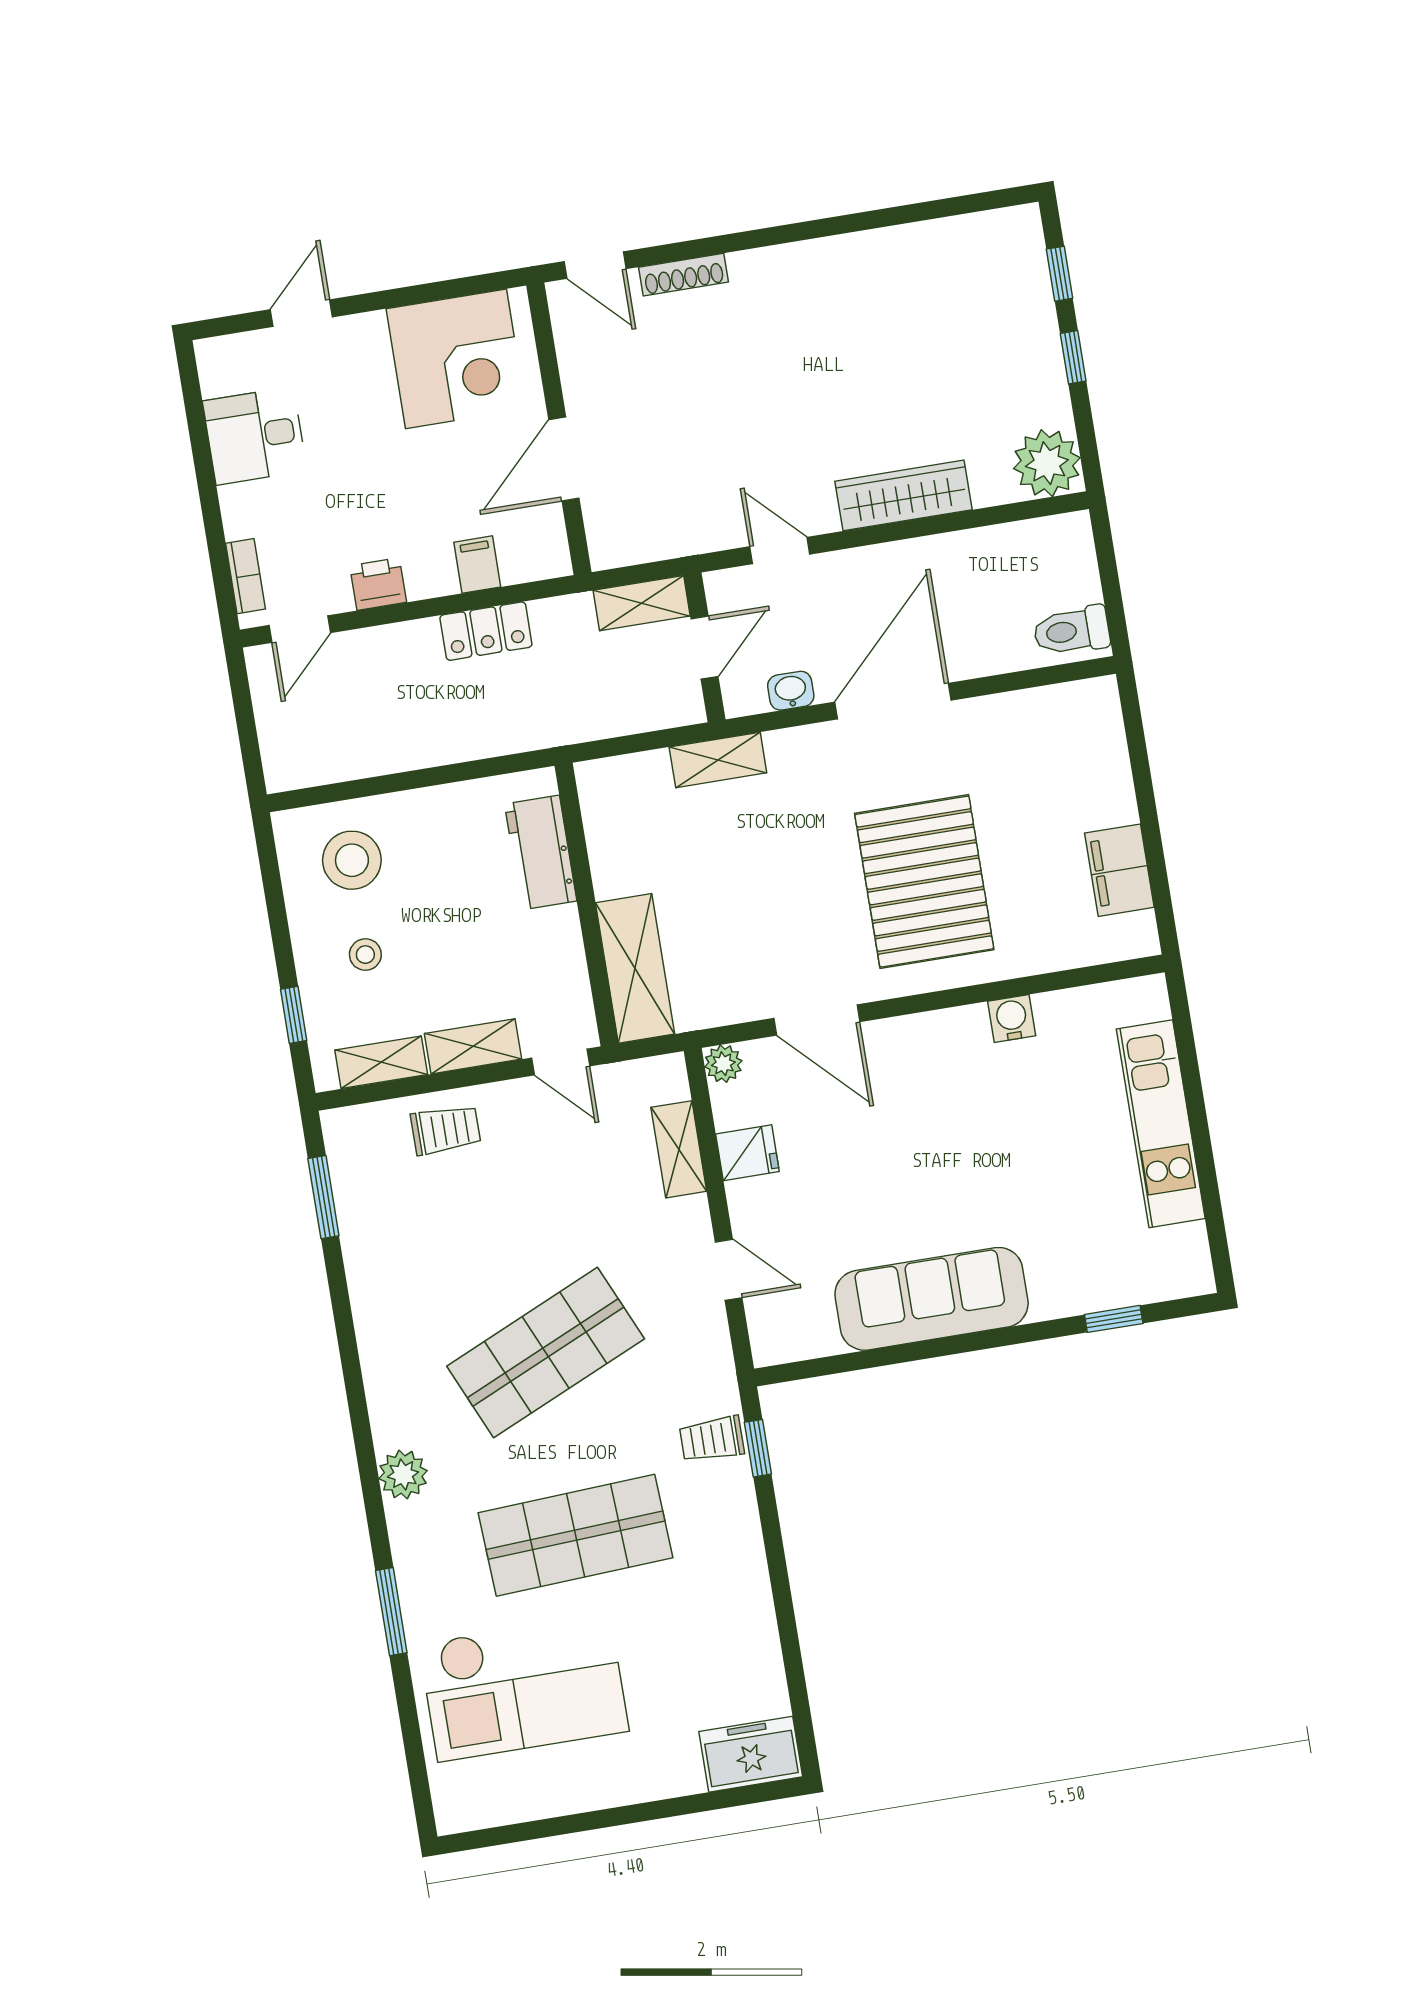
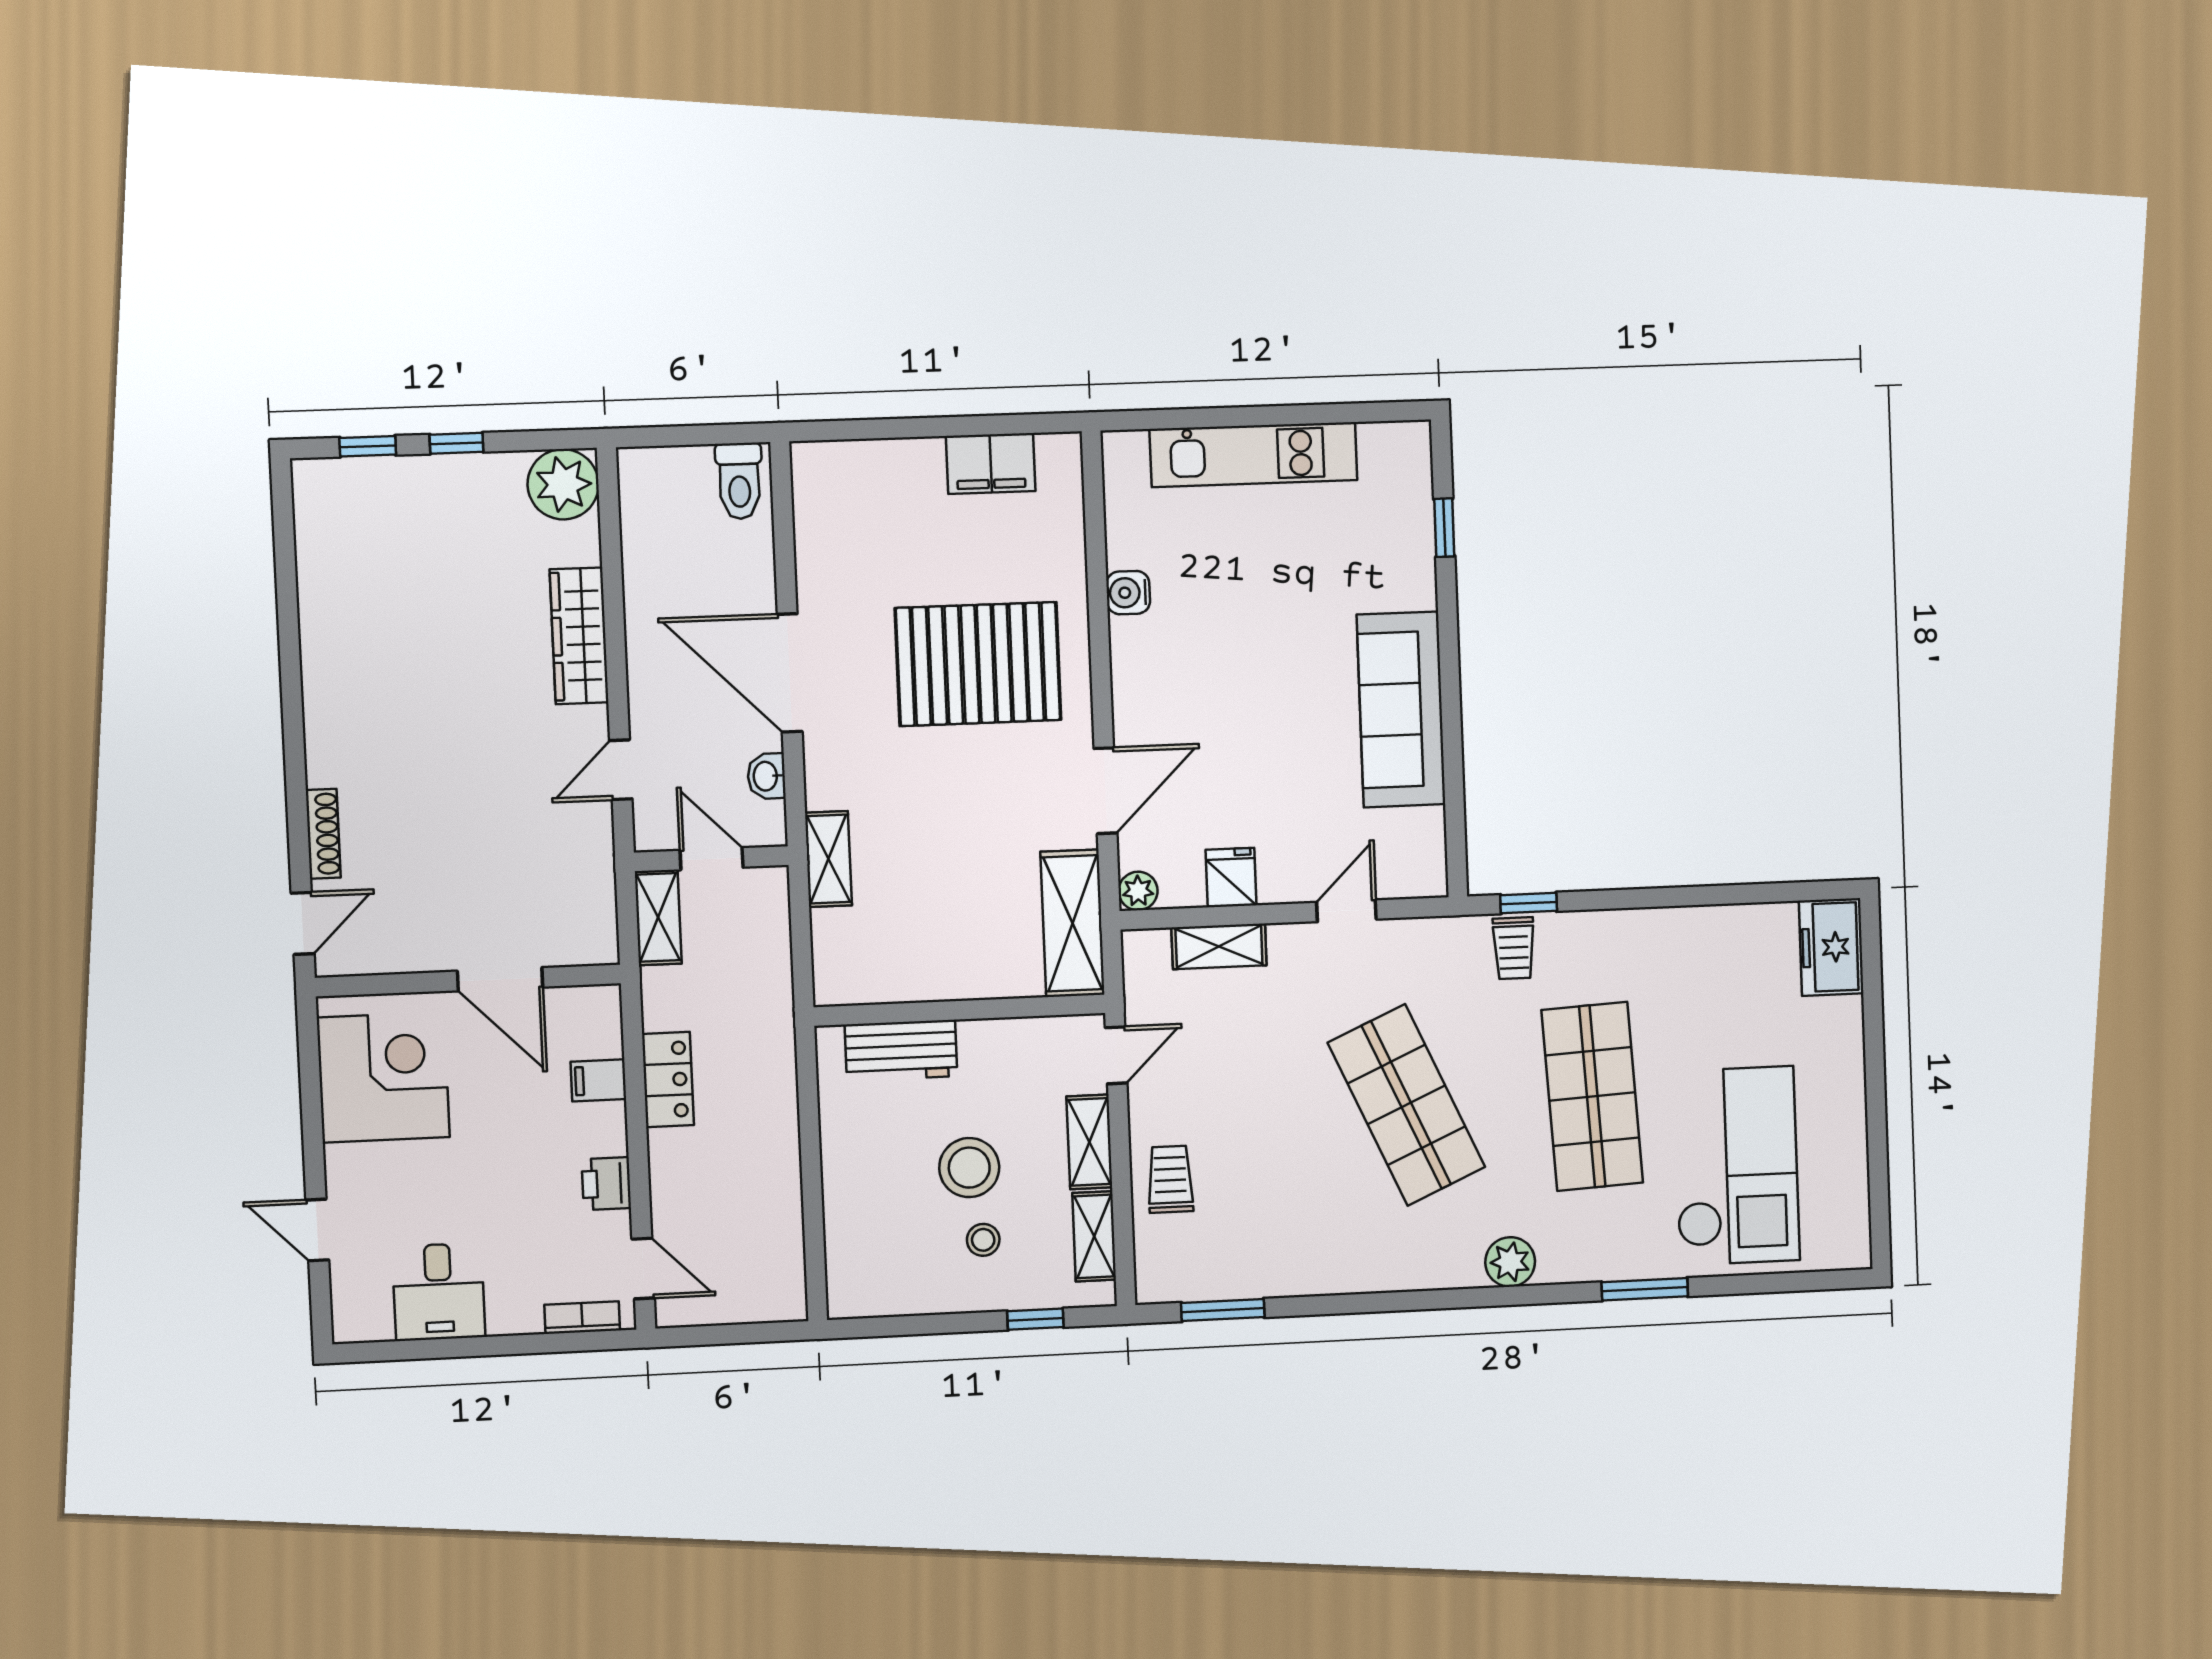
stool: (352, 860) -> (969, 1168), moved
shelving: (635, 968) -> (1072, 923), moved, turned 90

